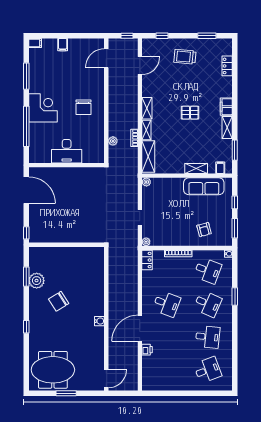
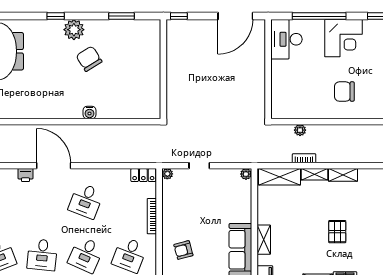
desk: (67, 151) -> (286, 39), moved
plant: (37, 281) -> (74, 30), moved
water cooler: (99, 321) -> (90, 112), moved

